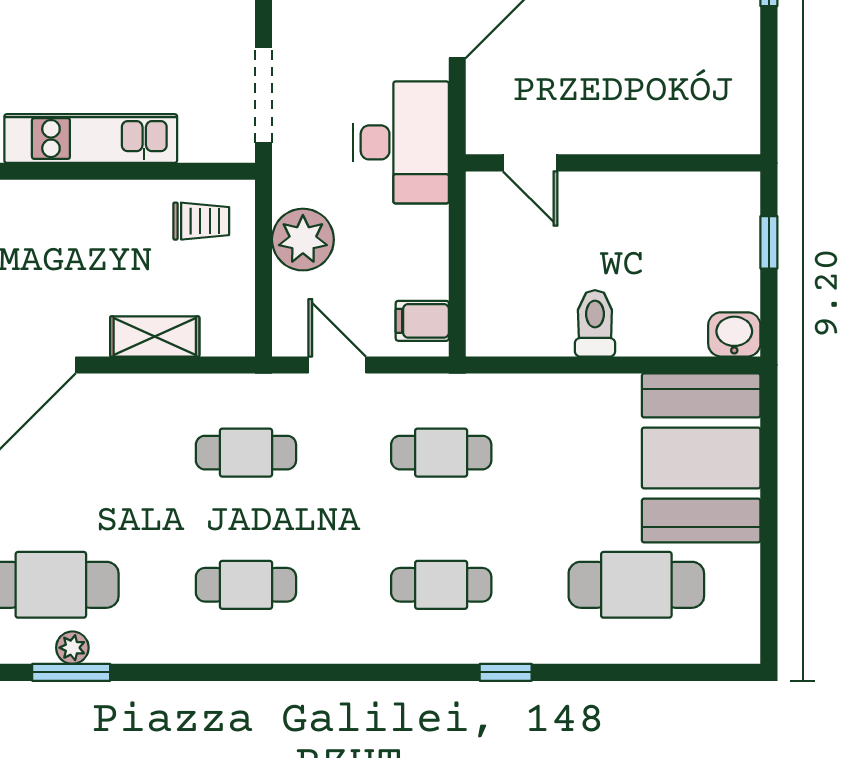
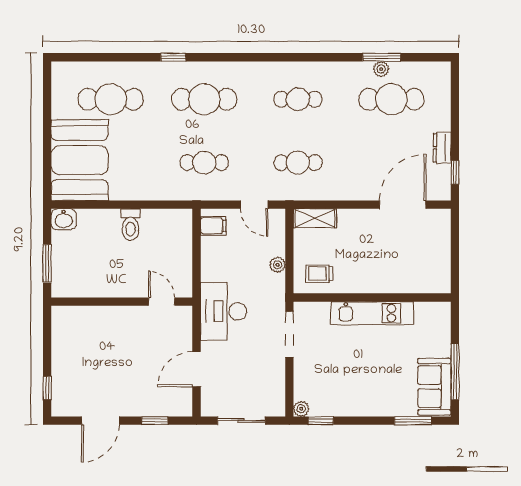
plant: (303, 240) -> (277, 265), width x0.53, depth x0.53
window: (769, 242) -> (47, 263), width x1.50
shelving: (155, 336) -> (315, 218), moved
cafe table: (441, 585) -> (204, 99), width x1.37, depth x1.35

